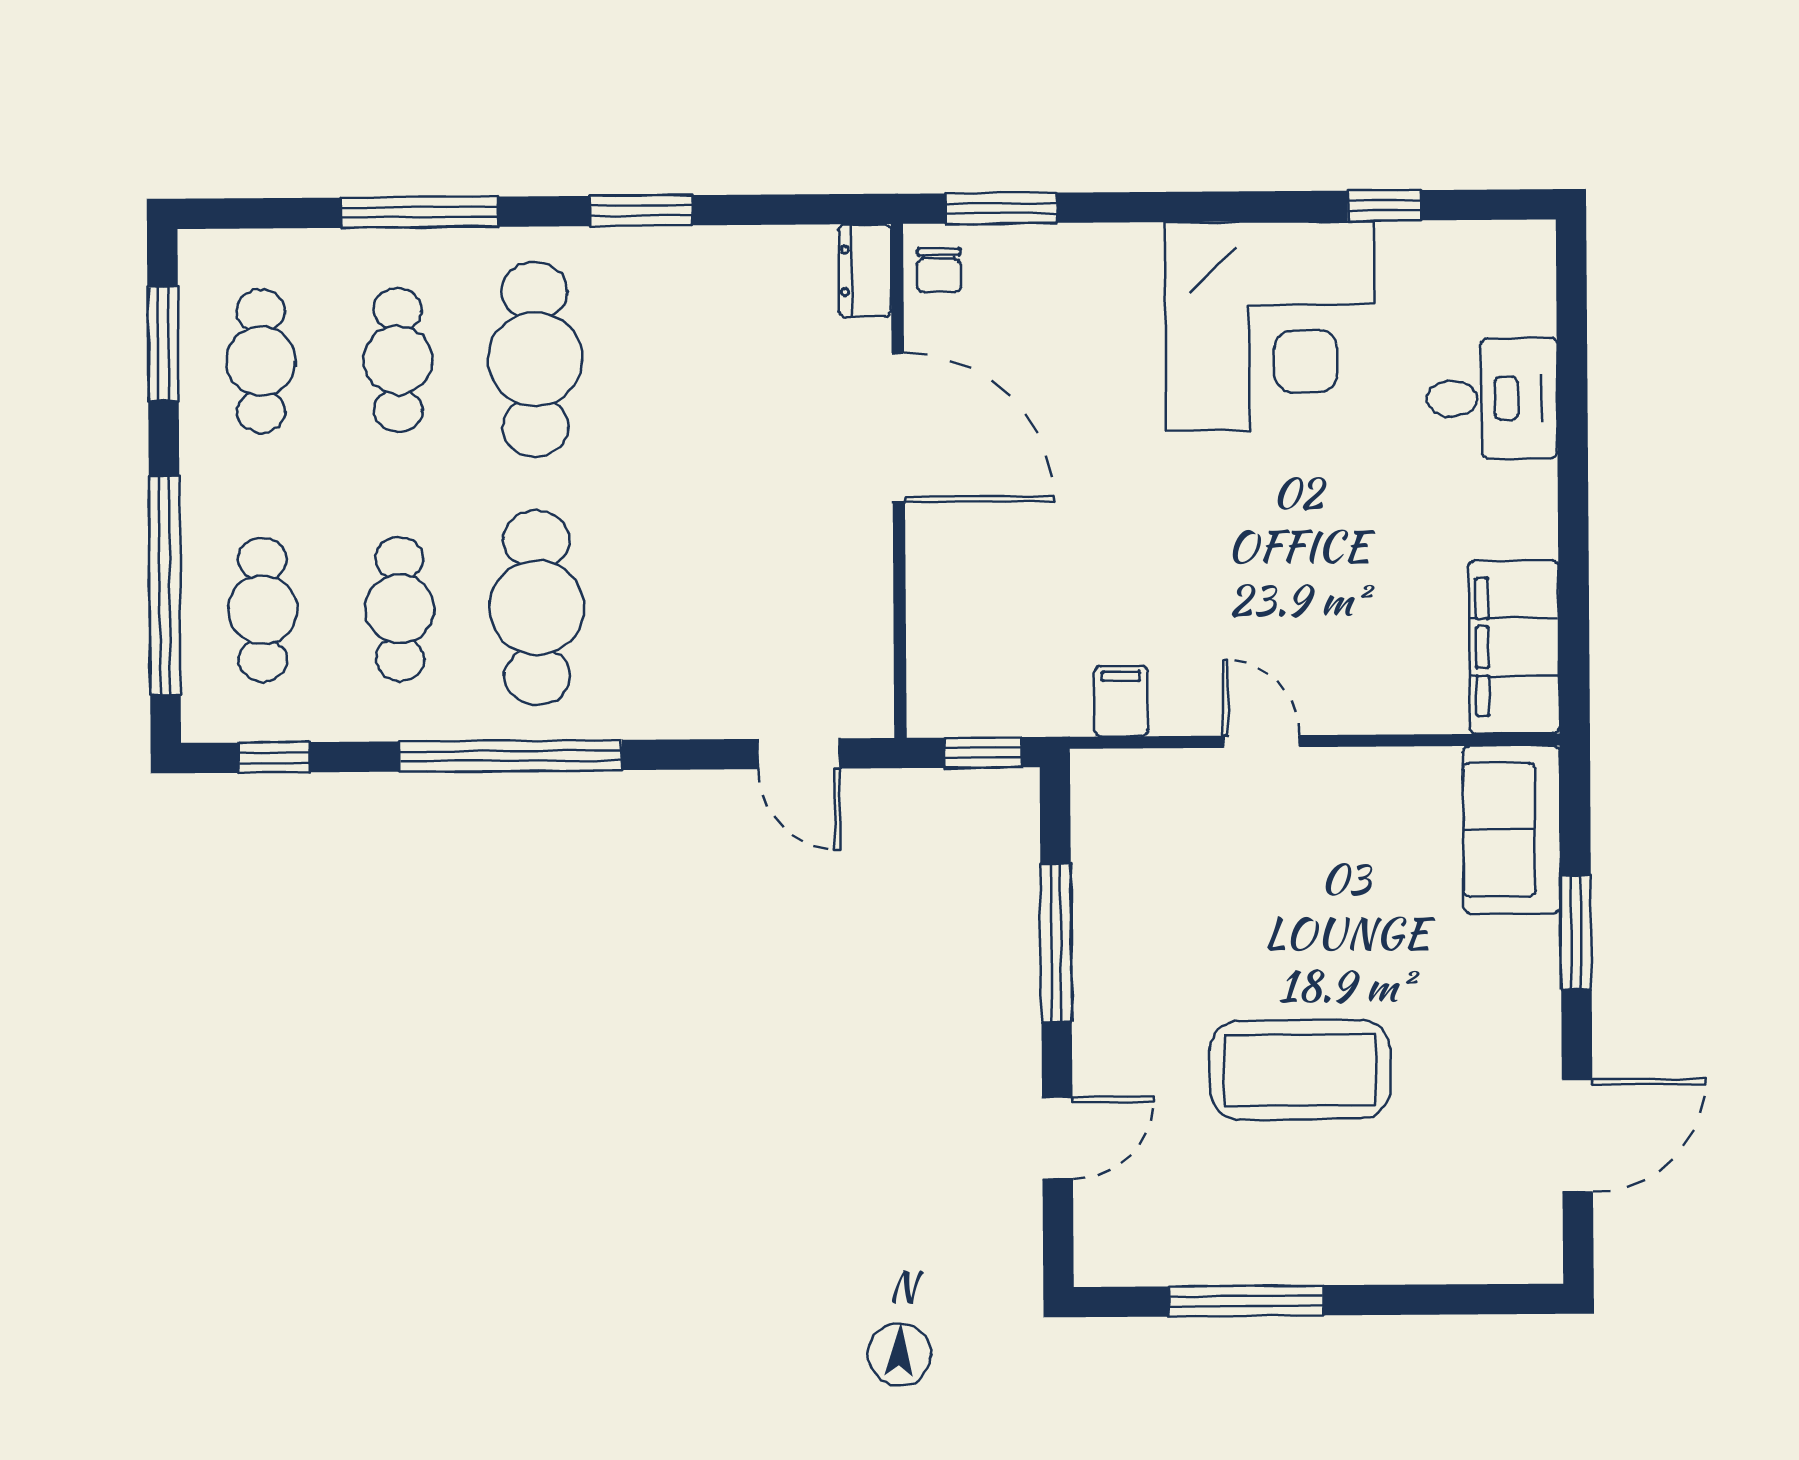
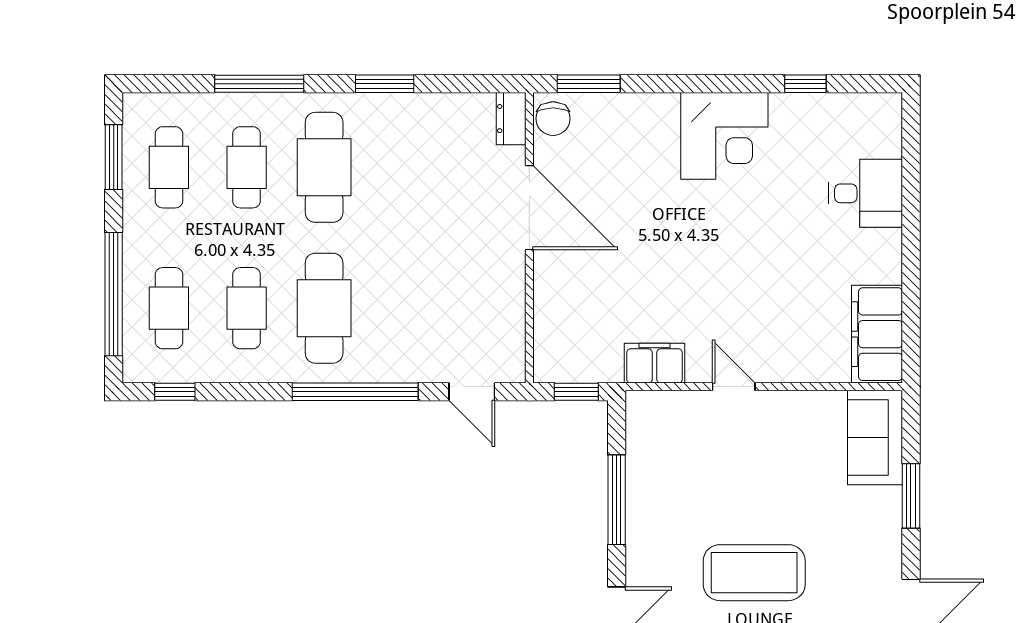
chair: (939, 270) -> (553, 119), width x1.37, depth x1.37
corner desk: (1270, 326) -> (724, 136), width x0.74, depth x0.74
filing cabinet: (1121, 701) -> (655, 363), width x2.00
window: (510, 756) -> (355, 392), moved

